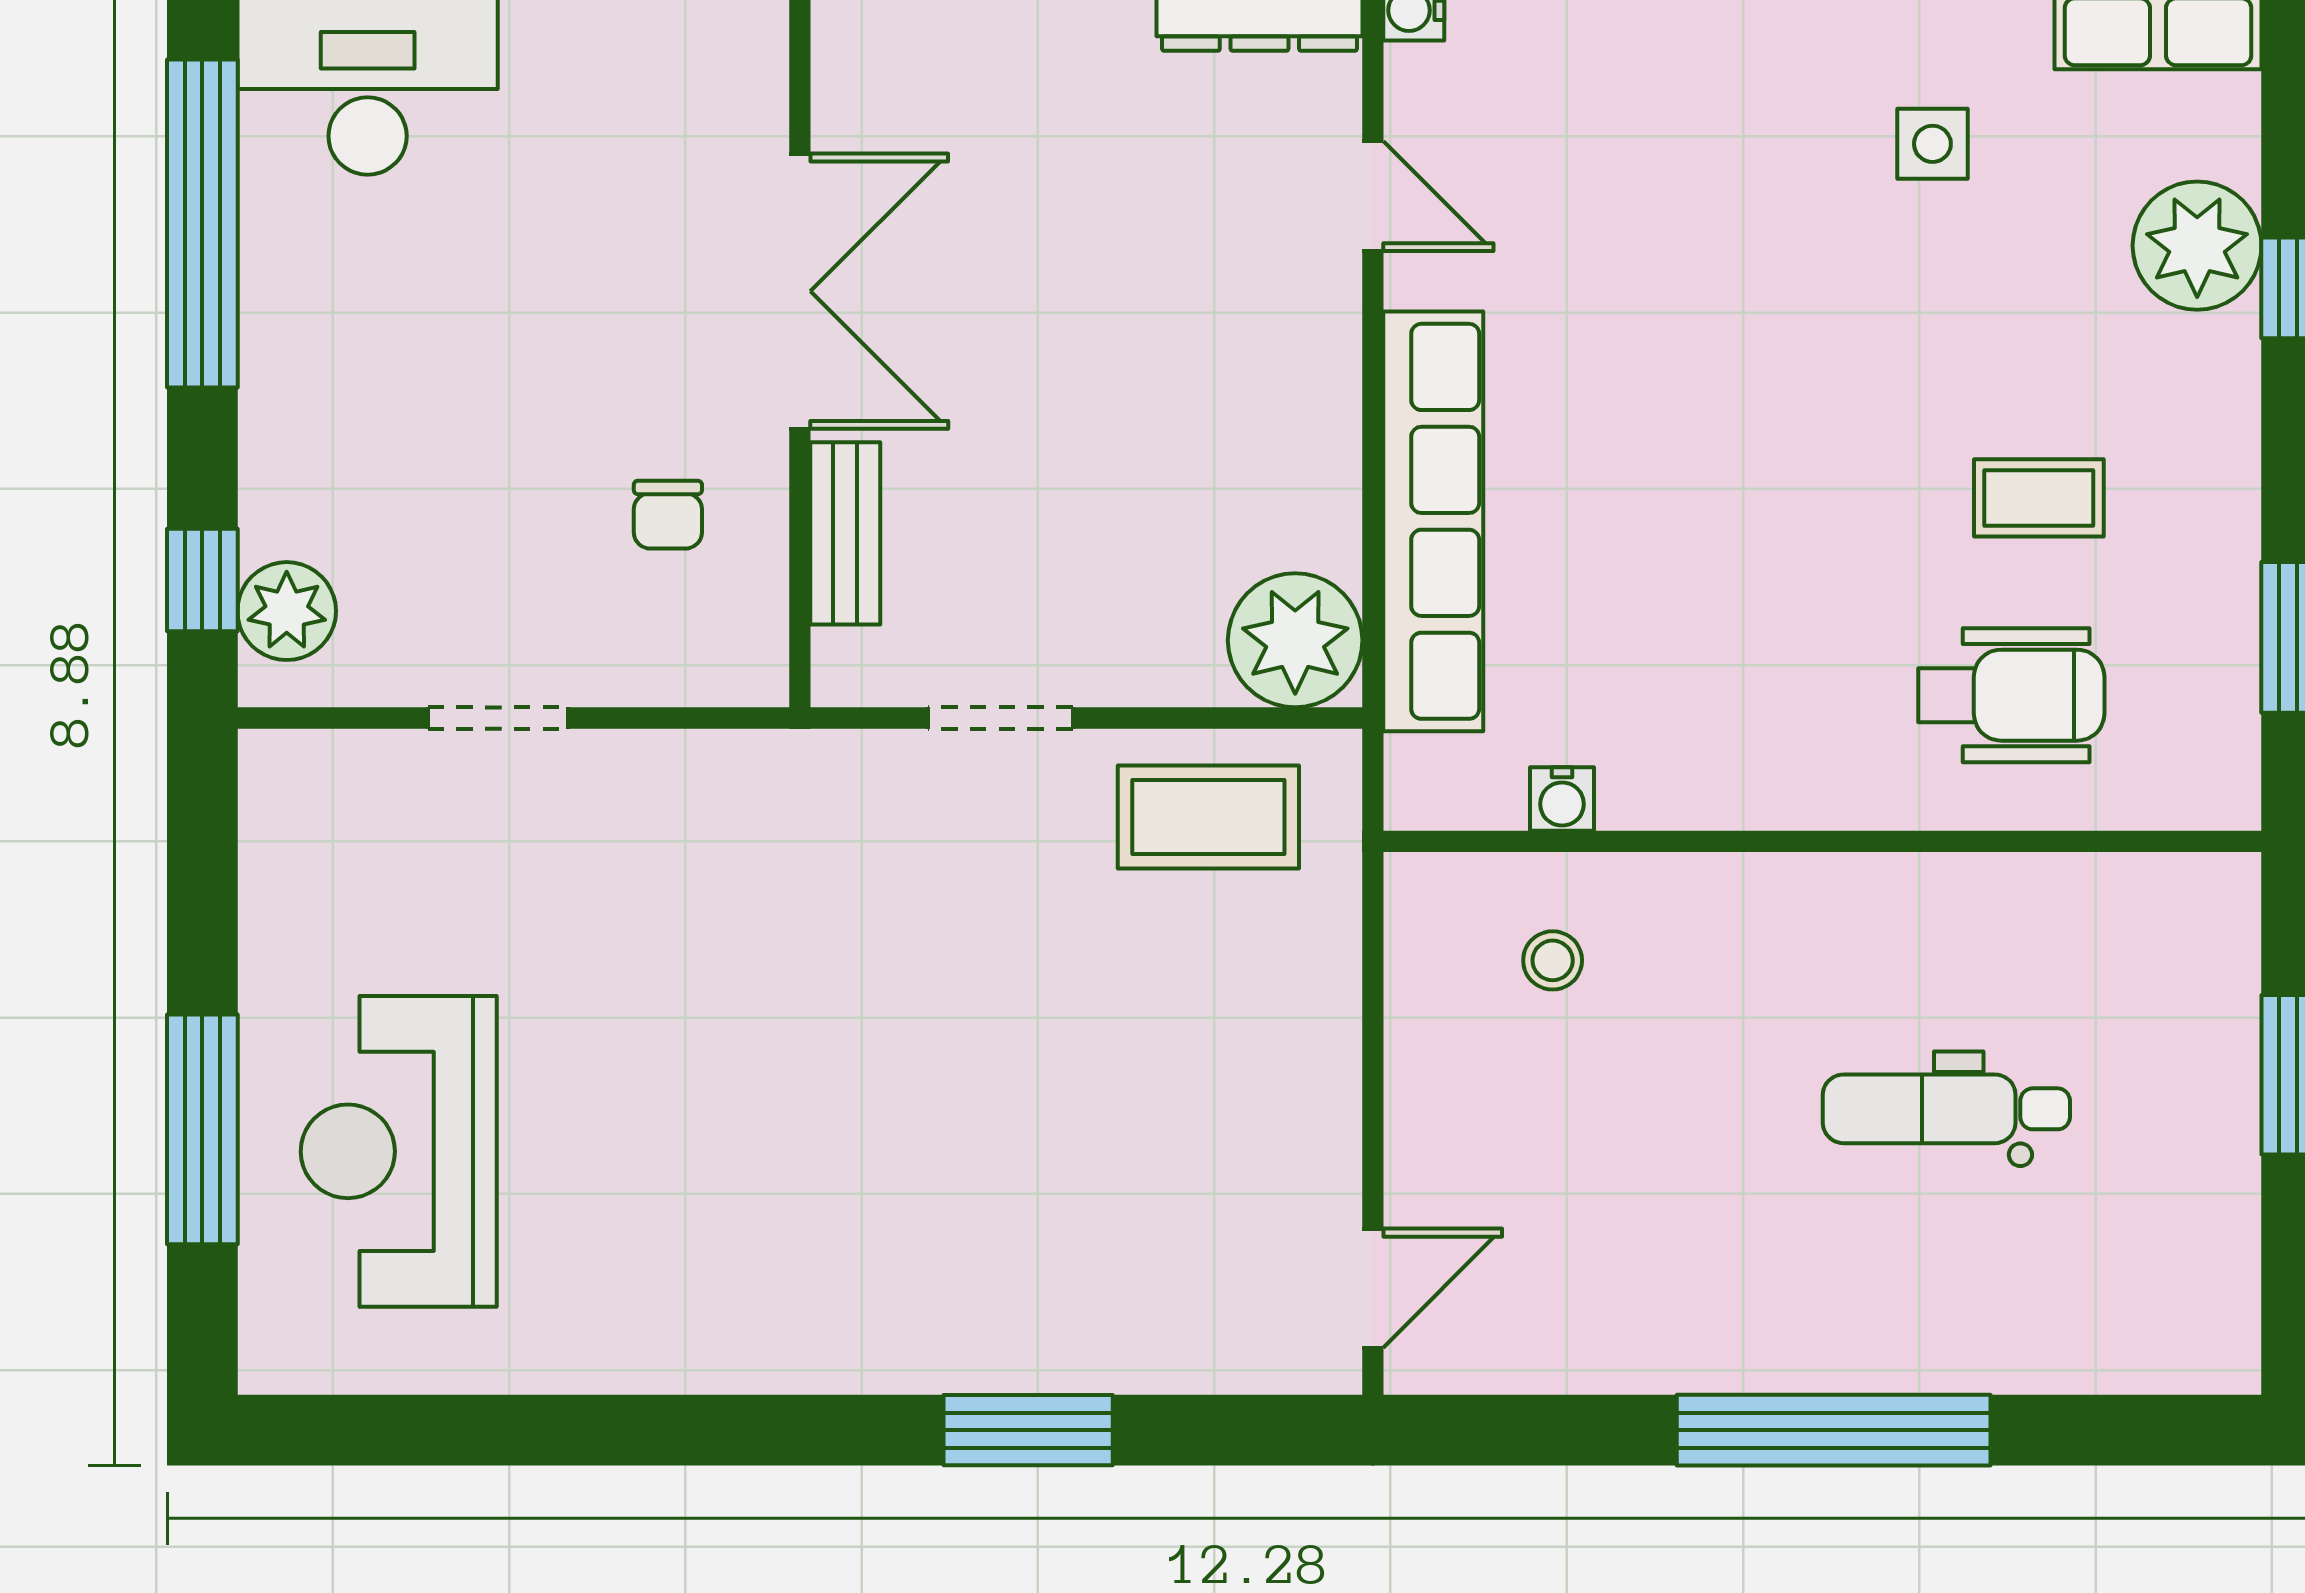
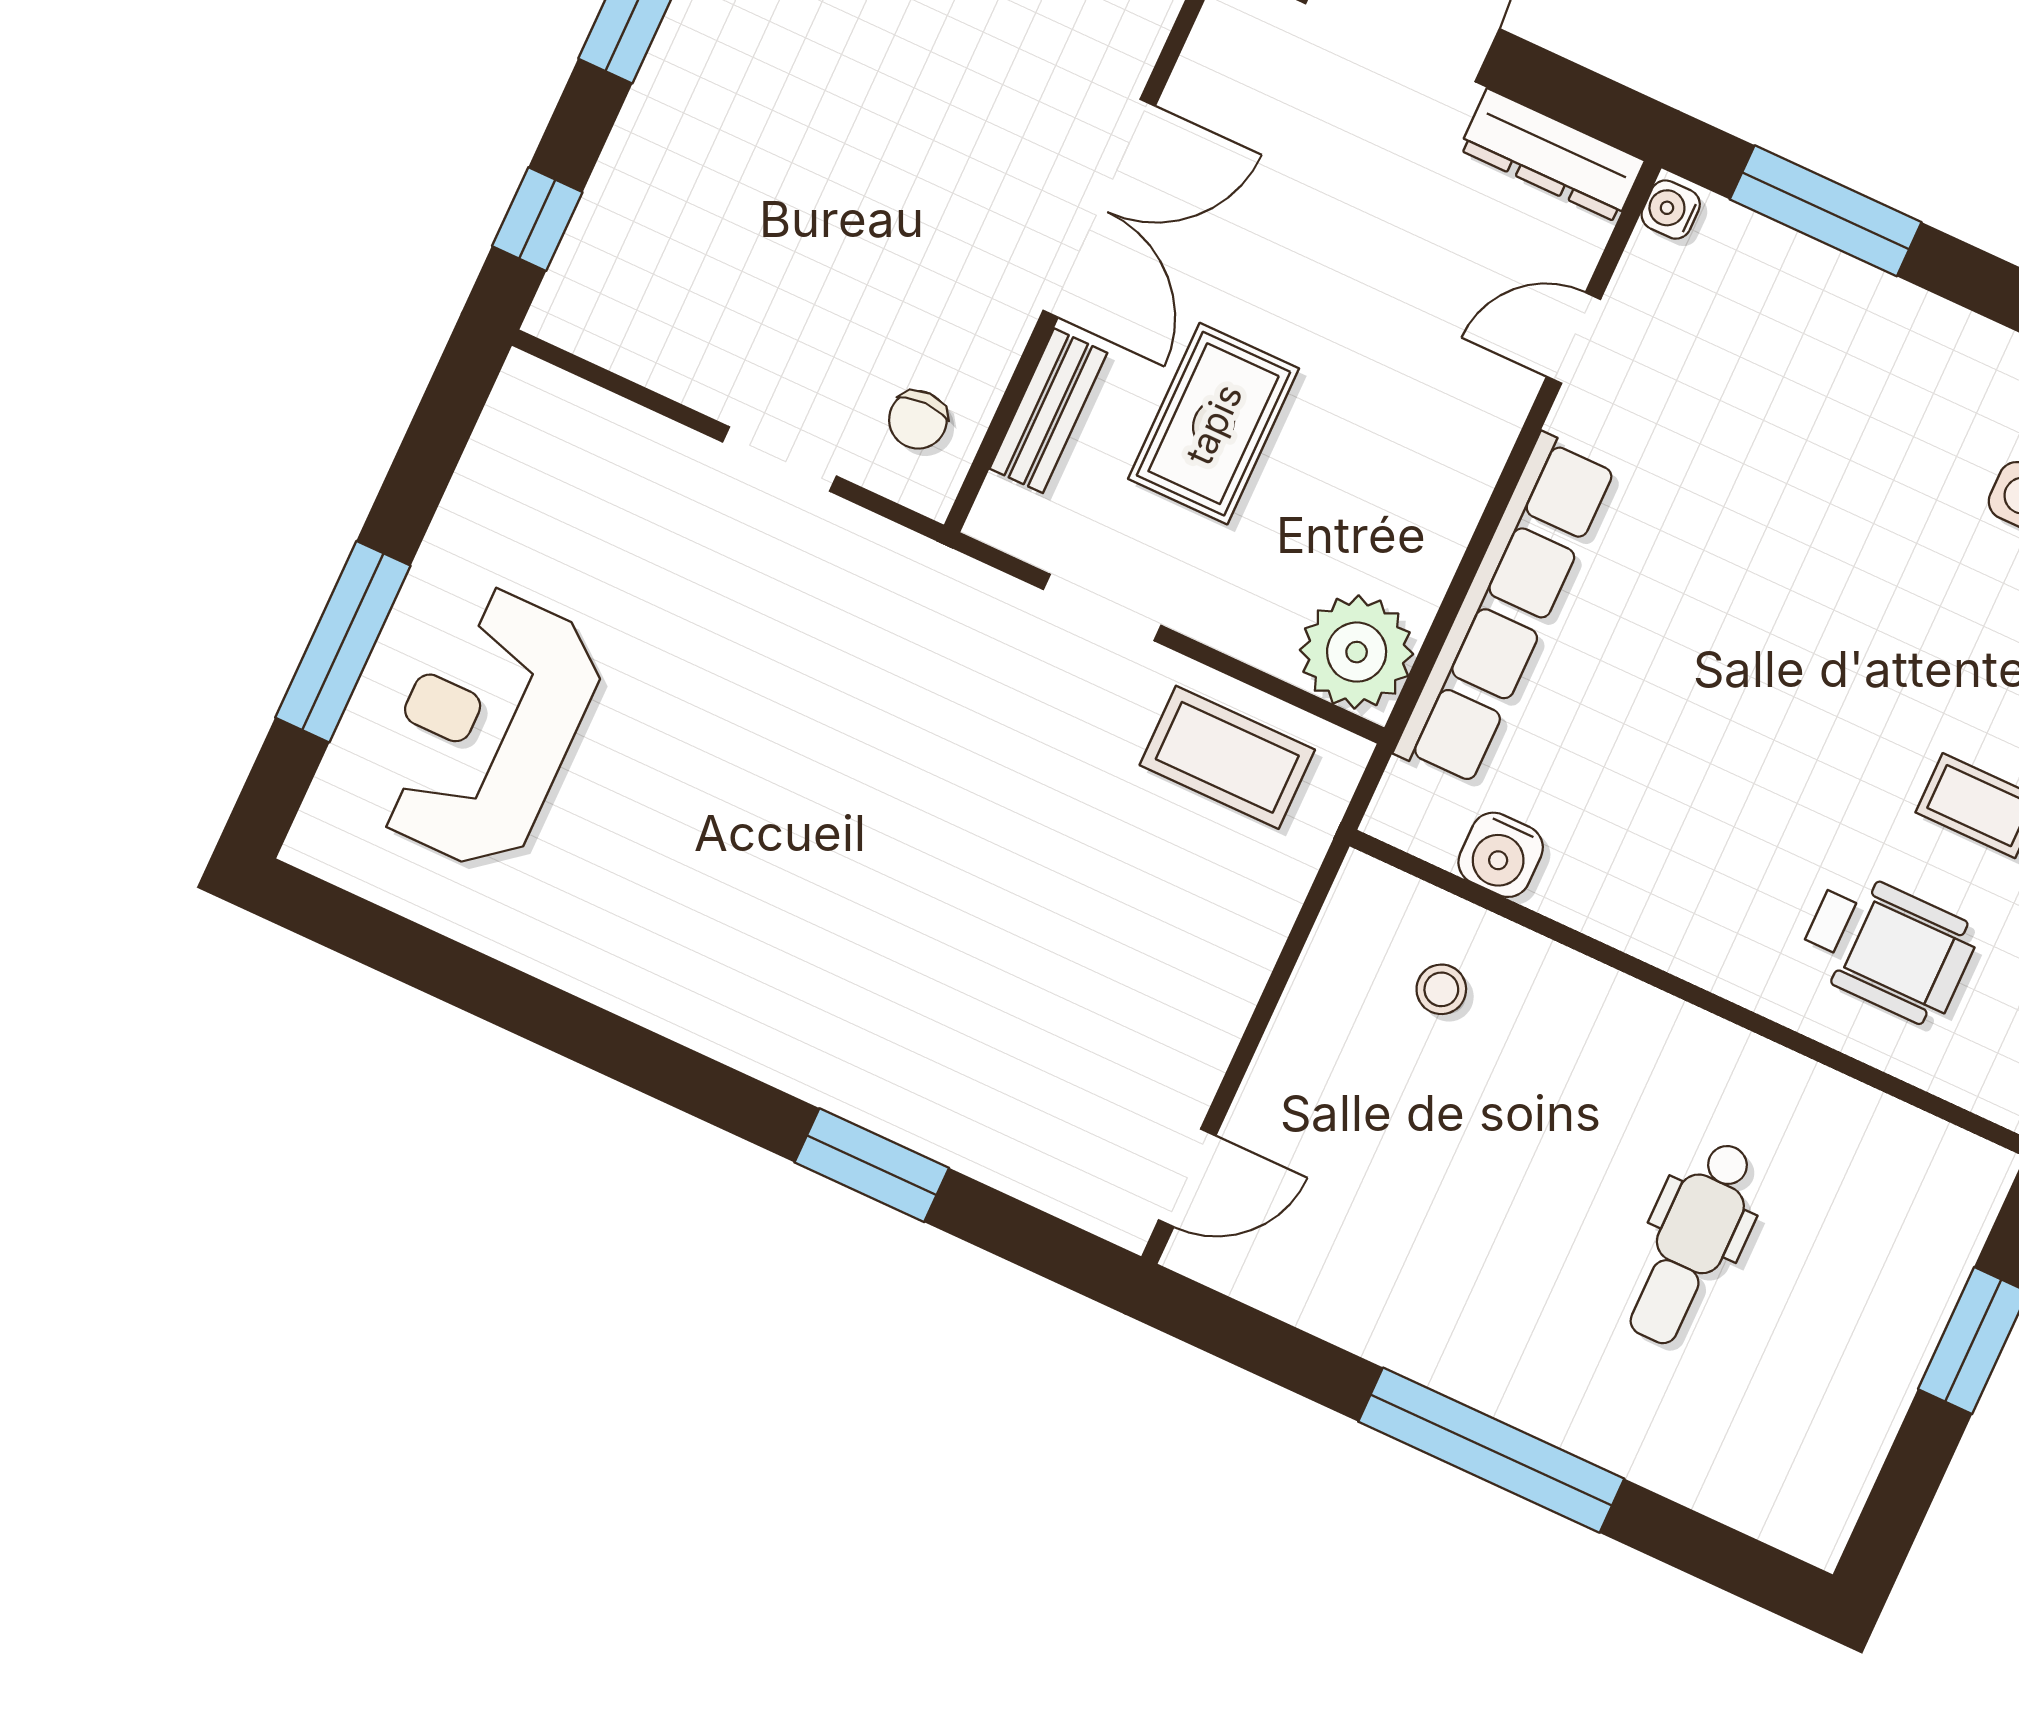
door: (1373, 196) -> (1573, 338), swing flipped
rug: (1029, 466) -> (1214, 424), added
chair: (668, 515) -> (918, 420), moved
plant: (287, 611) -> (591, 273), removed
doorway: (498, 718) -> (779, 459), moved
water cooler: (1562, 799) -> (1501, 855), width x1.38, depth x1.38
dental chair: (1946, 1109) -> (1692, 1243), turned -90

